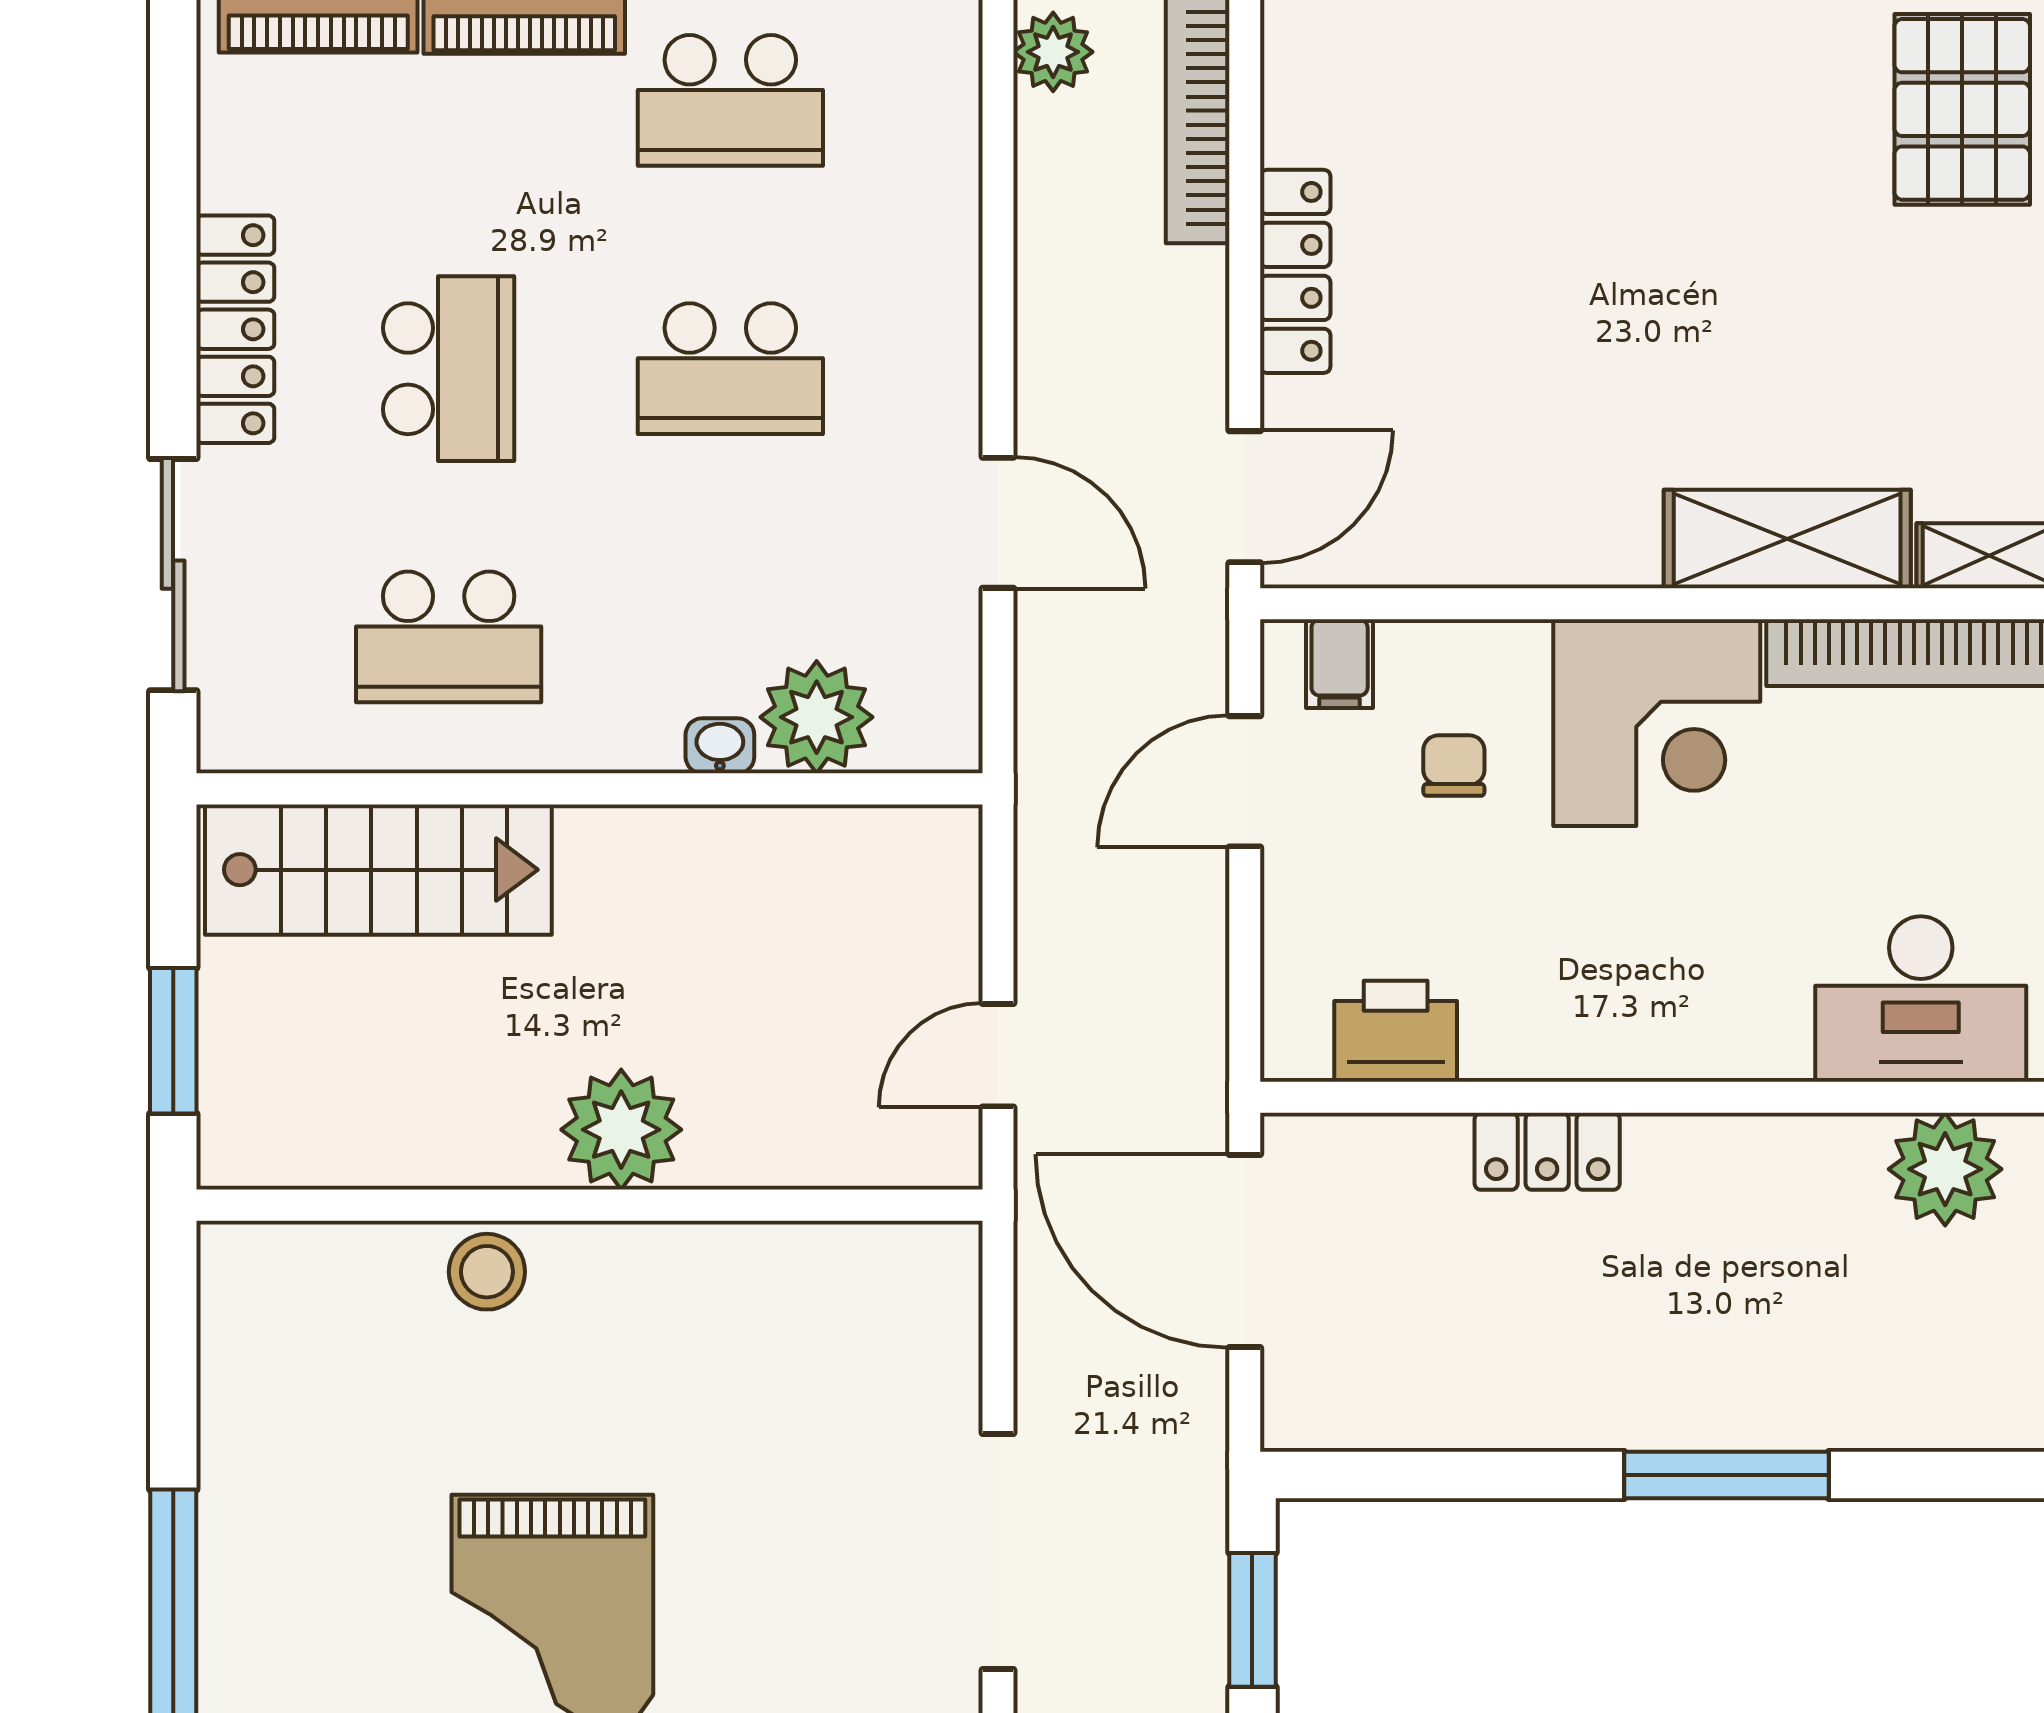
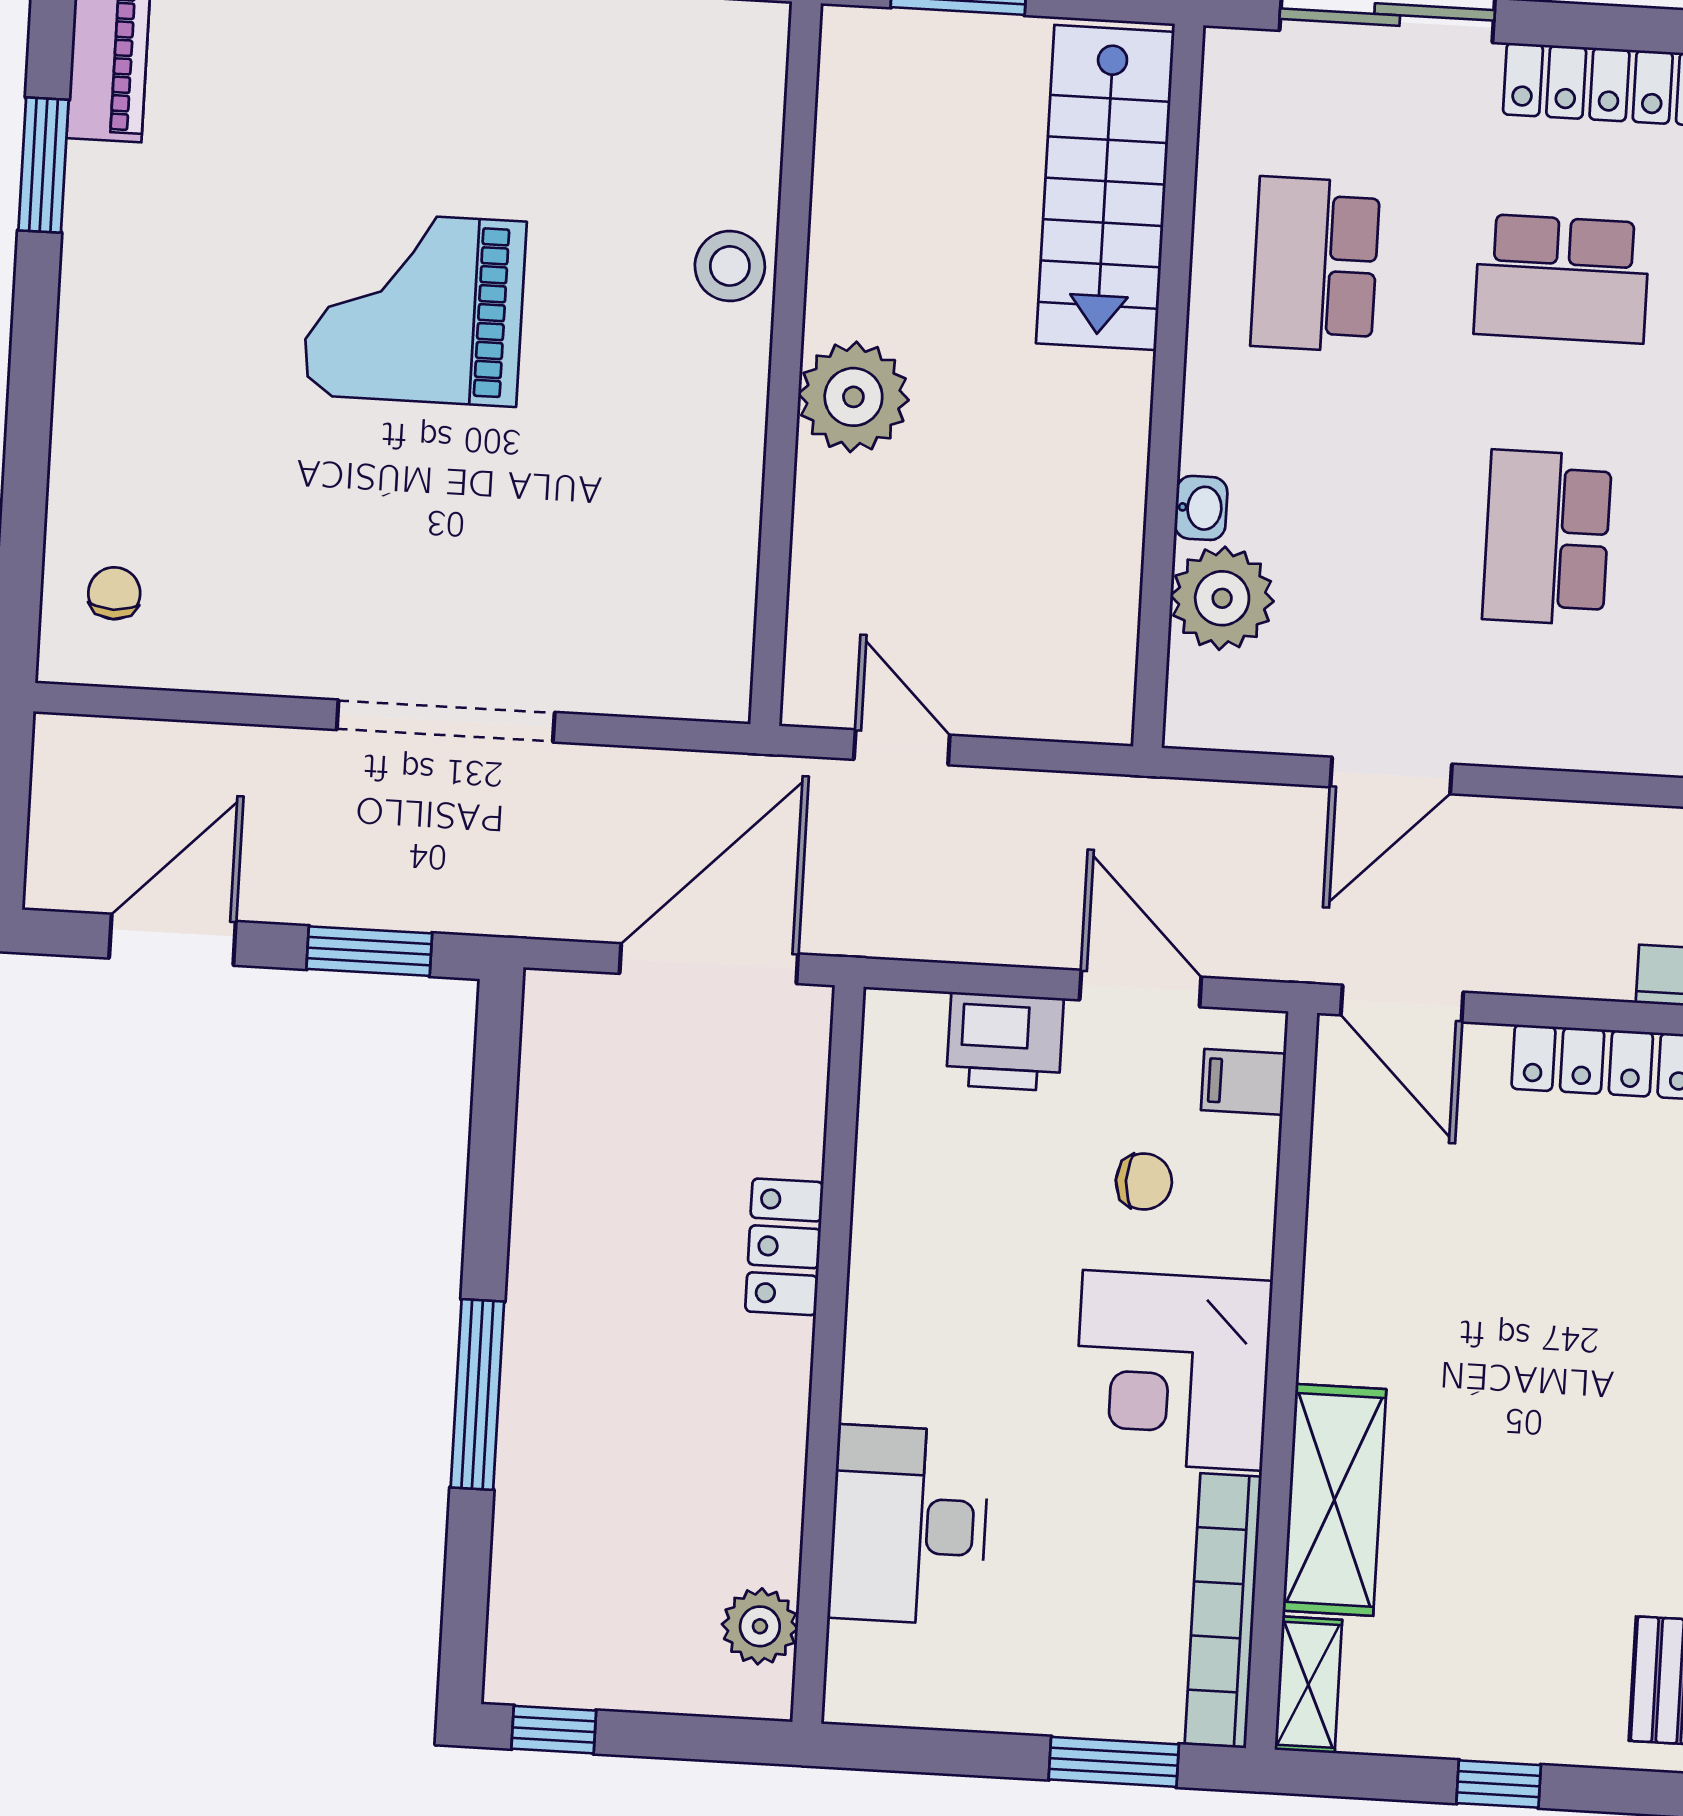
desk: (1921, 999) -> (909, 1525), moved
printer: (1396, 1031) -> (1005, 1042), moved, turned 90
plant: (1945, 1169) -> (760, 1626), width x0.73, depth x0.73

